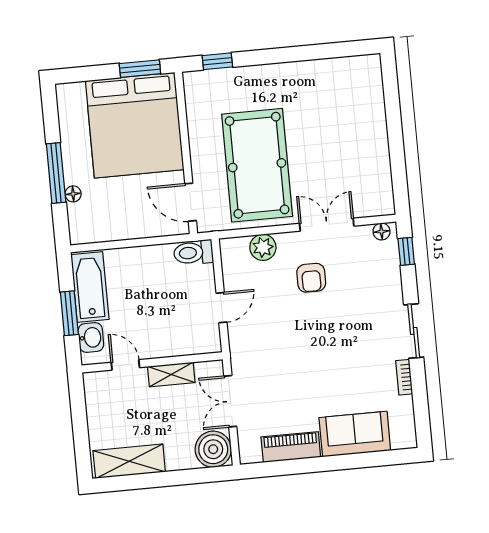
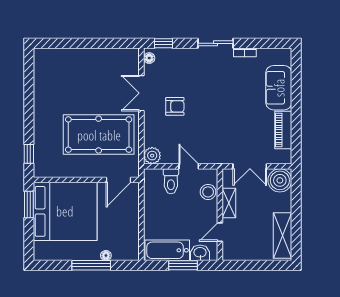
plant: (263, 247) -> (152, 156), moved
toilet: (193, 253) -> (171, 181), moved
stool: (185, 341) -> (208, 192), added

